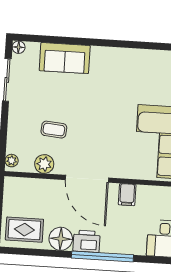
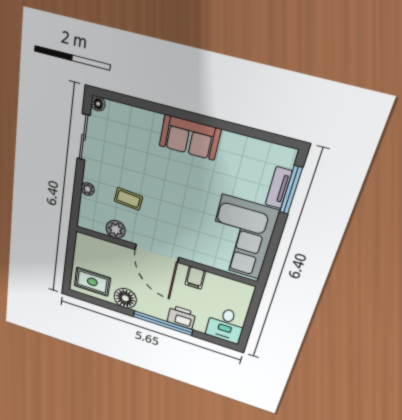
sofa: (65, 58) -> (190, 137), moved
plant: (12, 161) -> (88, 189), moved
printer: (87, 241) -> (181, 317), moved

